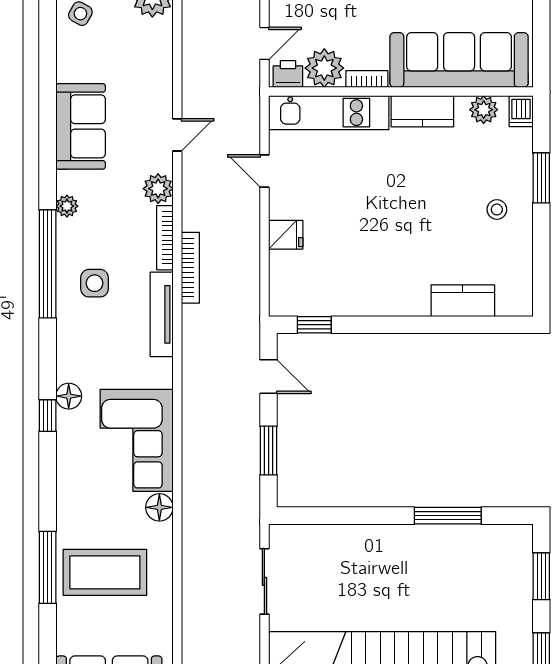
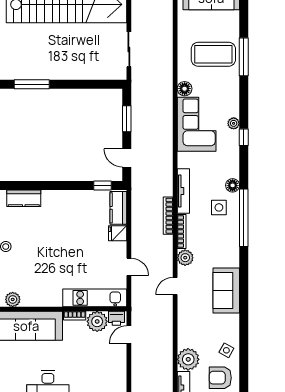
kitchen counter: (422, 111) -> (118, 208), moved, turned -90
plant: (67, 206) -> (234, 123), moved
floor lamp: (69, 396) -> (233, 185), moved

